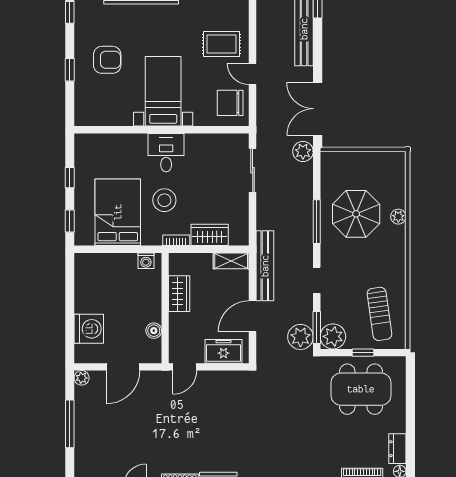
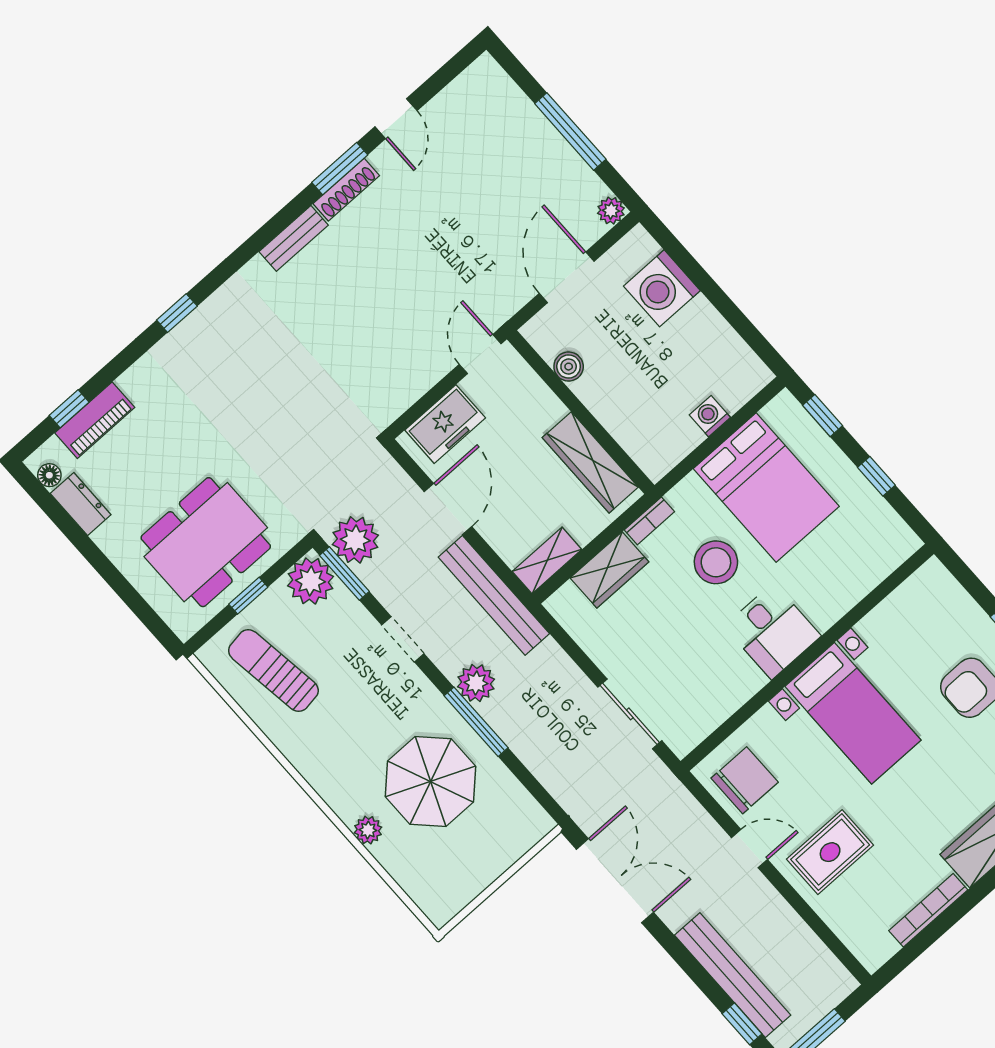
plant: (303, 151) -> (476, 683), moved
washing machine: (146, 261) -> (710, 416), moved
wardrobe: (179, 294) -> (590, 462), width x1.50

